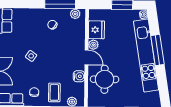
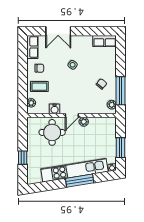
fridge: (96, 30) -> (97, 124), removed

